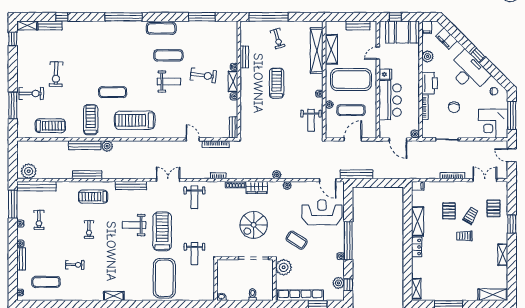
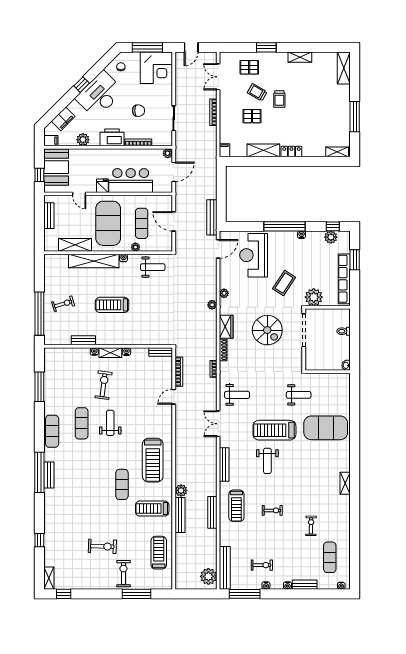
bench: (50, 25) -> (49, 475), moved
shelving: (317, 51) -> (94, 261), moved

